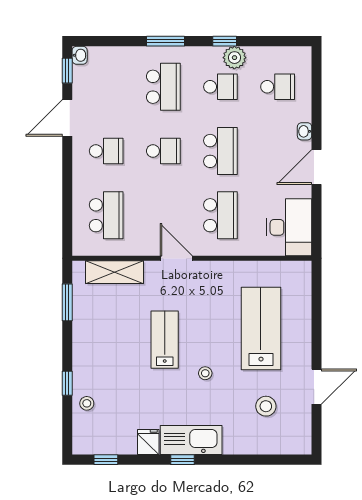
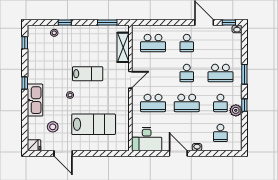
kitchen sink: (191, 440) -> (35, 100), moved
fridge: (148, 442) -> (34, 145), moved

